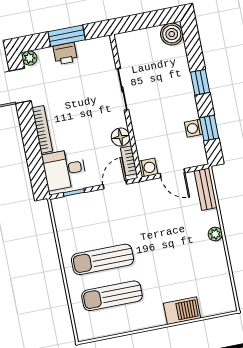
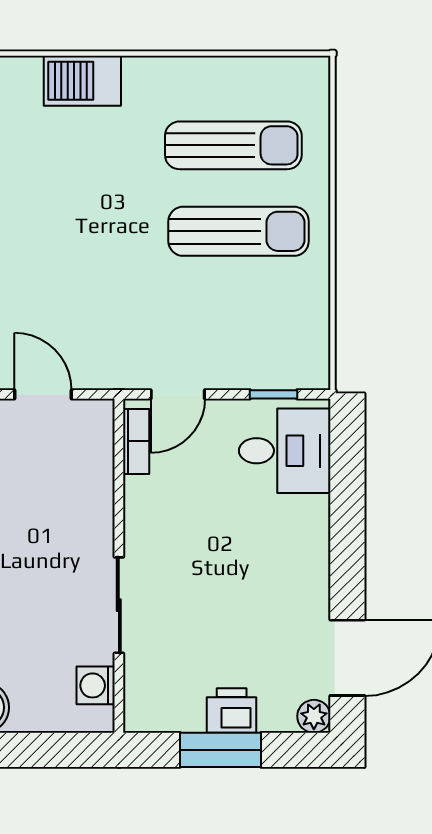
bookcase: (42, 129) -> (317, 550), removed
floor lamp: (121, 137) -> (144, 498), removed
washing machine: (148, 168) -> (96, 685), moved

